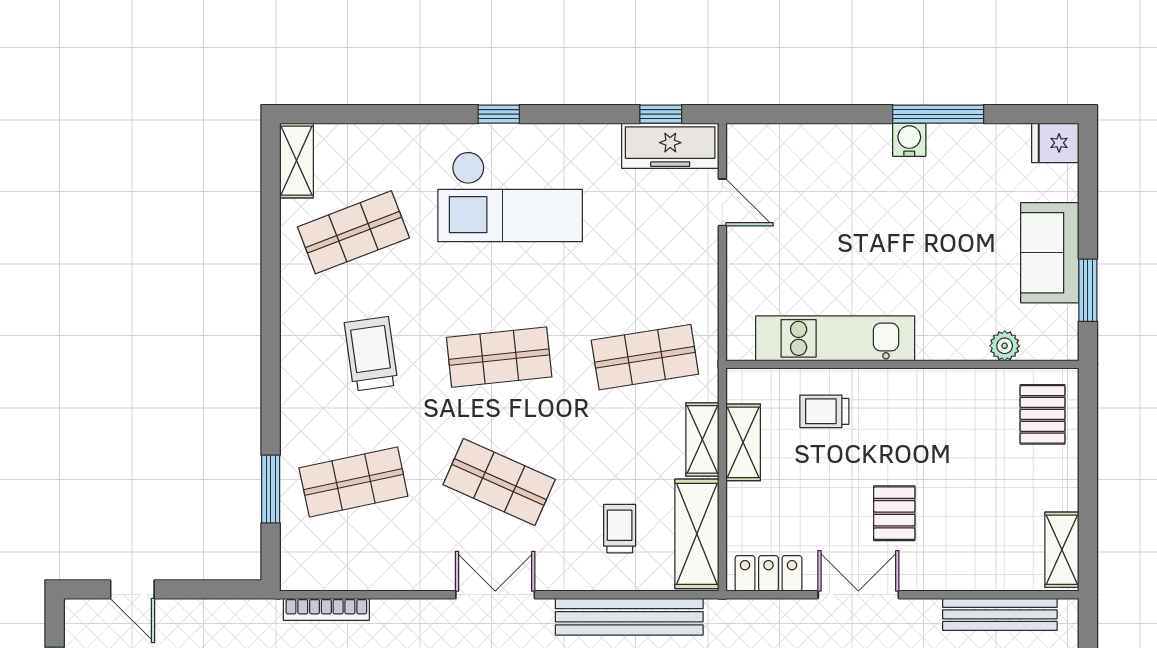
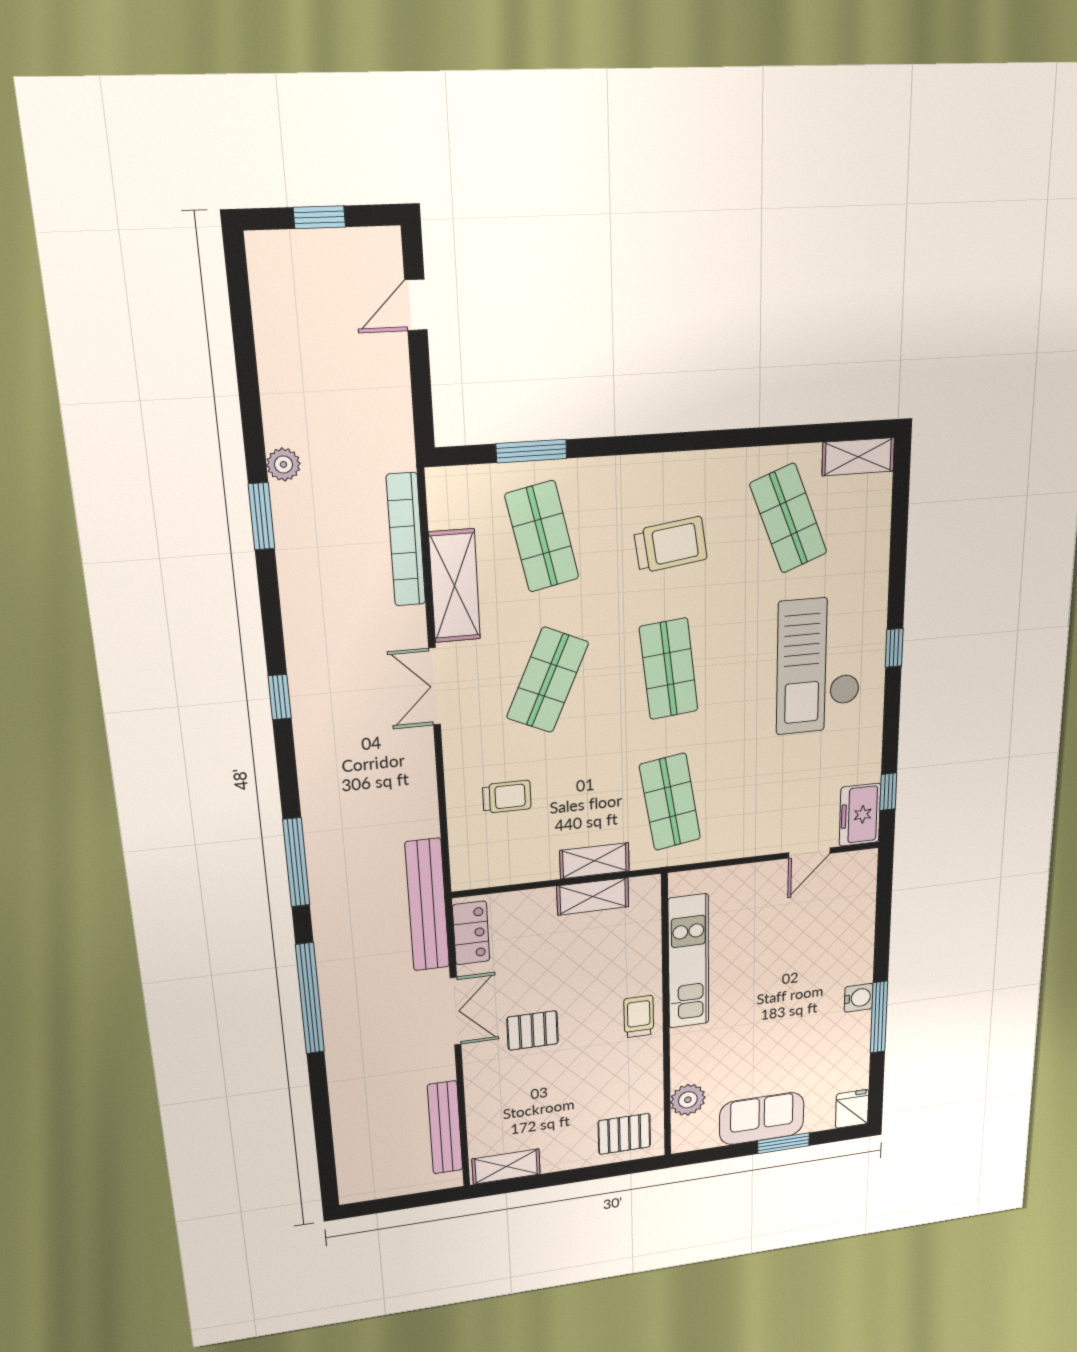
freezer: (670, 146) -> (860, 815), width x0.71
window: (1088, 290) -> (784, 1143), moved
plant: (1005, 346) -> (688, 1100), width x1.38, depth x1.38
trolley: (824, 411) -> (639, 1017), moved
shelving: (697, 534) -> (455, 586), moved, turned 90
double door: (495, 595) -> (435, 686), swing flipped
bookcase: (326, 609) -> (406, 540), width x1.48, depth x1.31
bench: (629, 617) -> (427, 905), moved

